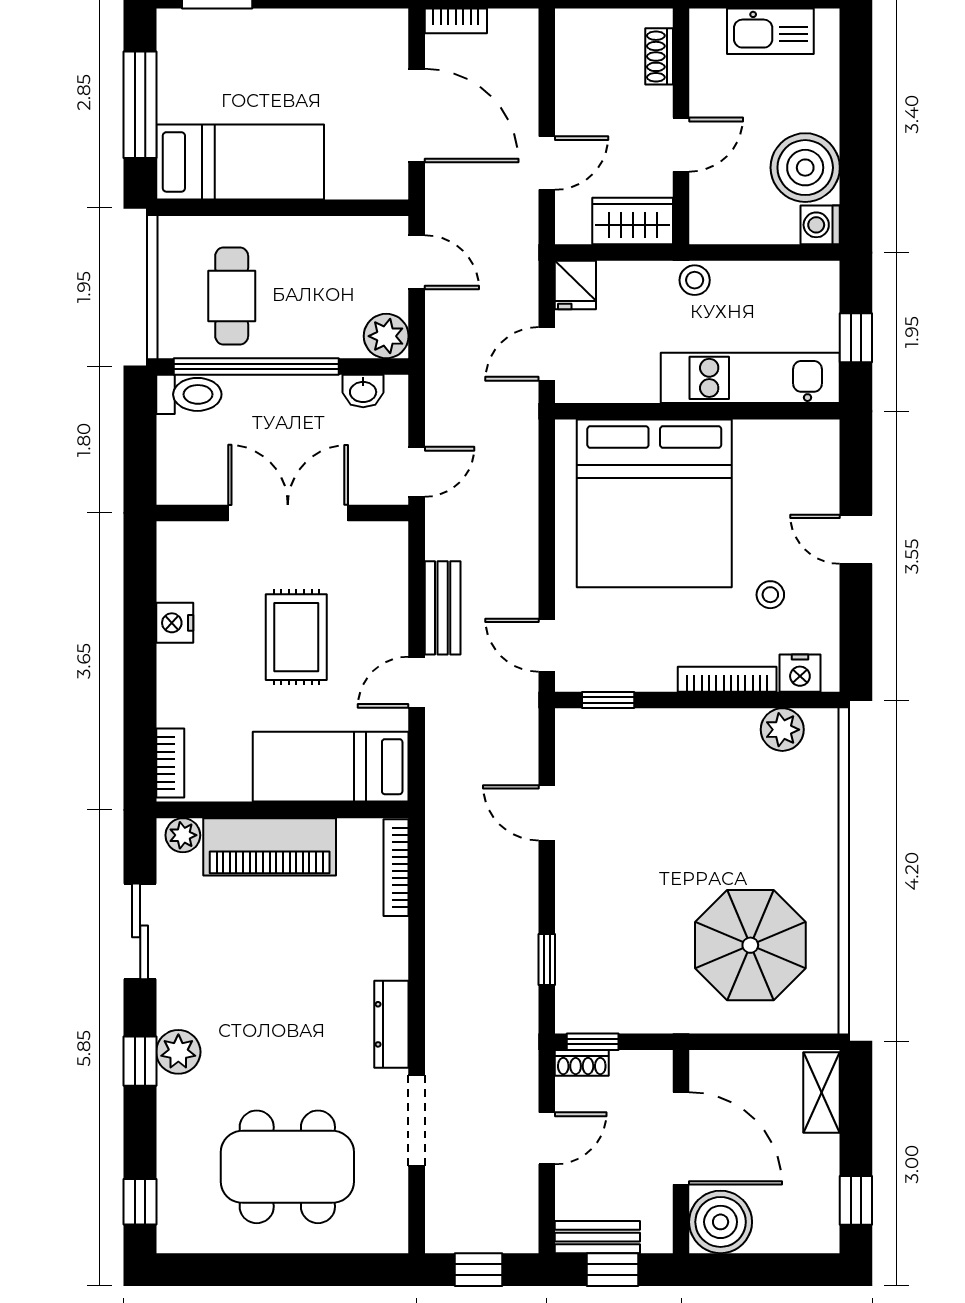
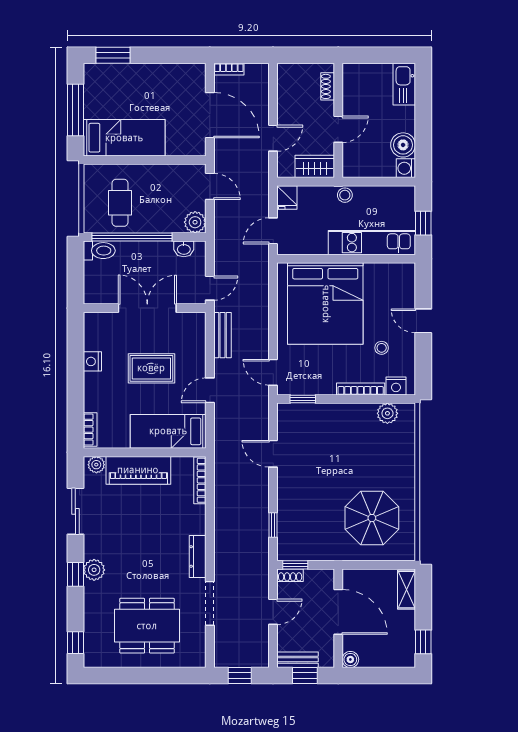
kitchen sink: (770, 31) -> (404, 84), moved, turned 90
boiler: (805, 168) -> (403, 145), width x0.73, depth x0.73
bench: (443, 608) -> (222, 335), moved
rug: (296, 637) -> (151, 368), turned 90
boiler: (721, 1222) -> (350, 659), width x0.54, depth x0.54

